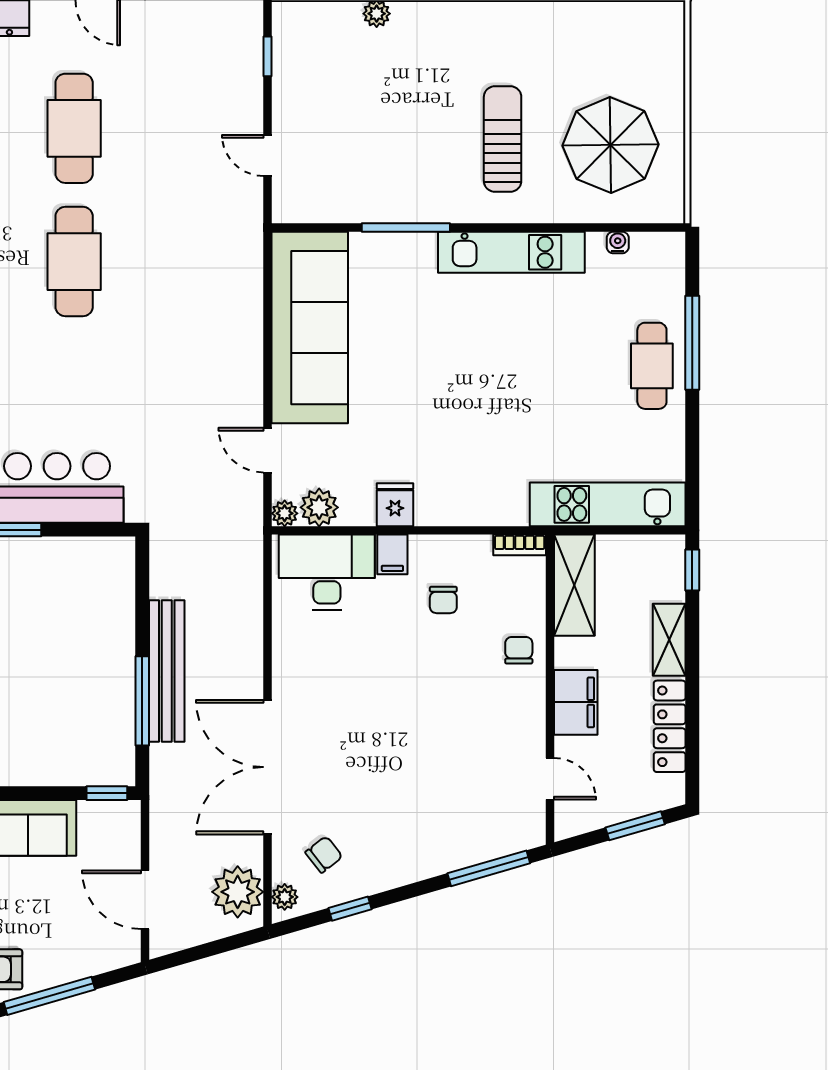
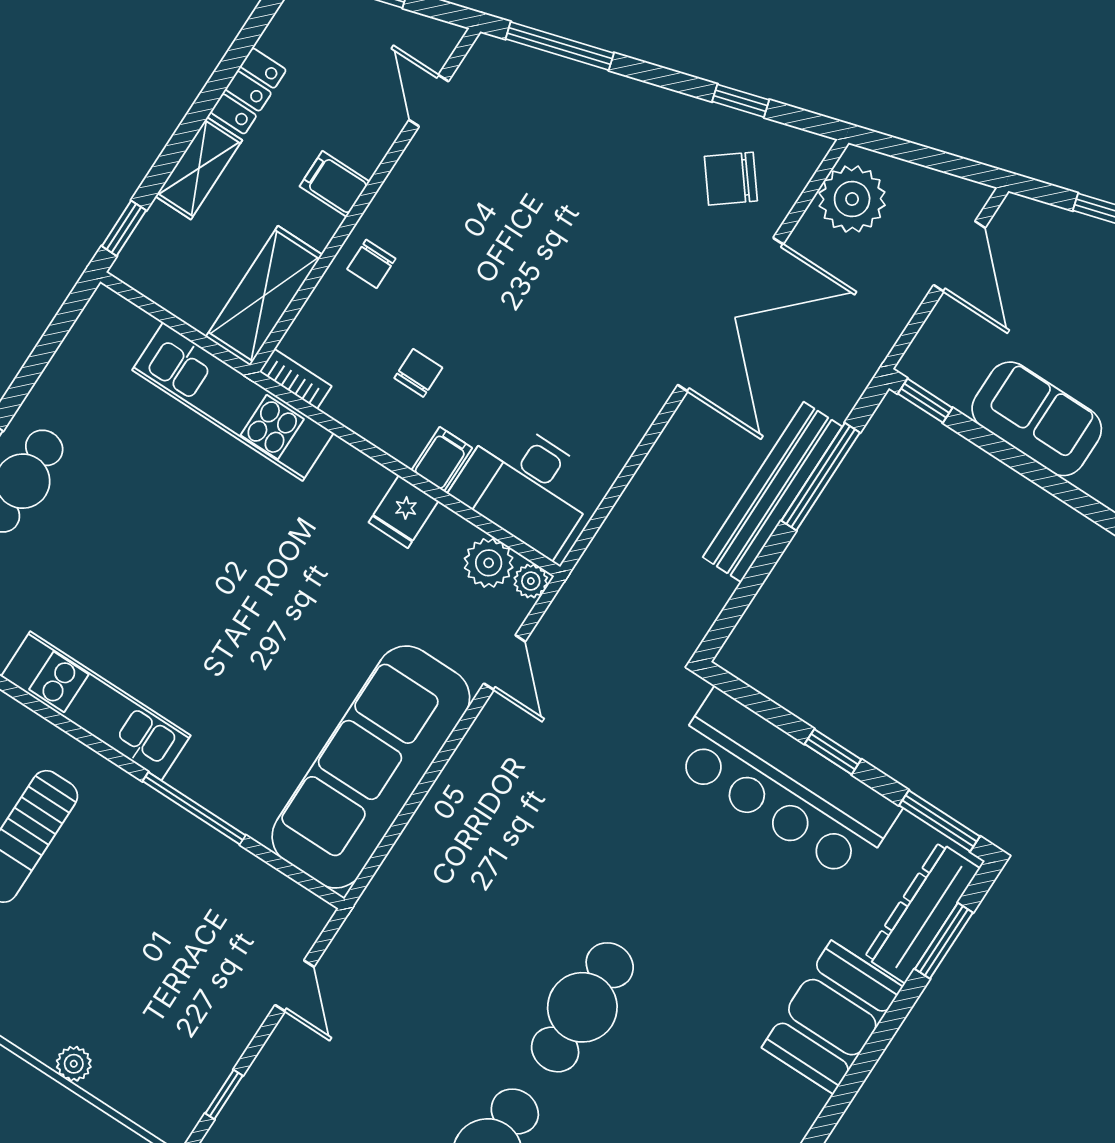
kitchen unit: (608, 504) -> (233, 402), moved
filing cabinet: (576, 702) -> (335, 184), width x0.50
locker: (670, 726) -> (248, 91), width x0.66
chair: (324, 854) -> (731, 179), width x1.37, depth x1.37
plant: (285, 897) -> (804, 160), removed

